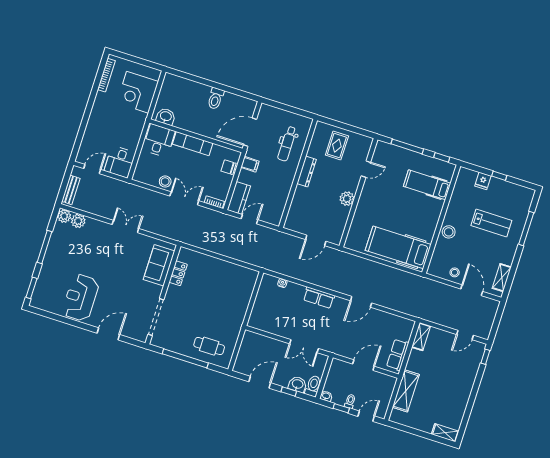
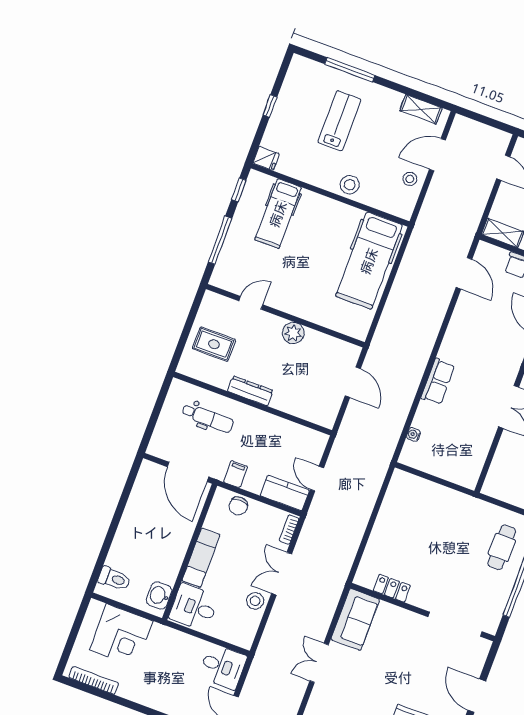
toilet: (216, 99) -> (114, 579), moved
door: (366, 169) -> (251, 303), hinge flipped
fridge: (483, 181) -> (266, 158), moved
sofa: (159, 265) -> (355, 619), moved, turned -90
door: (361, 302) -> (464, 273), moved

